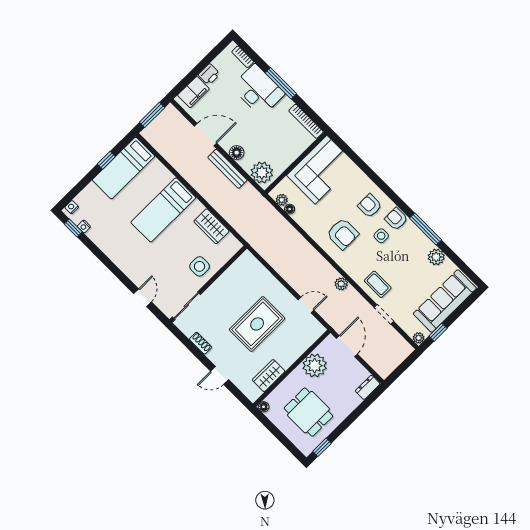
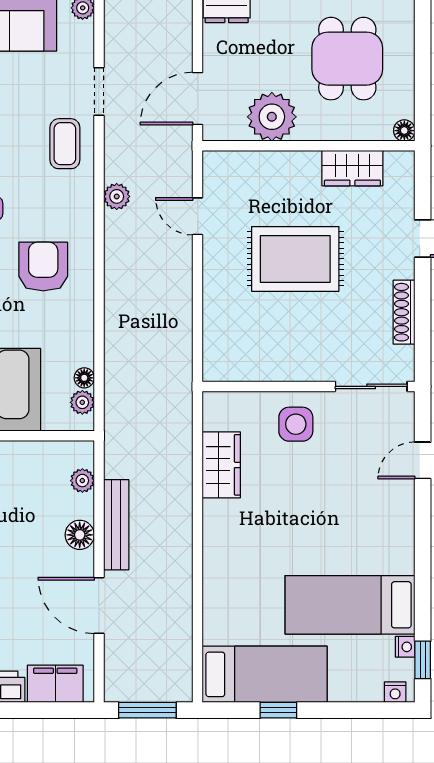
plant: (262, 173) -> (82, 481), width x0.53, depth x0.53
bed: (163, 210) -> (350, 605), moved, turned 180
shoe rack: (201, 343) -> (404, 312), width x1.43

